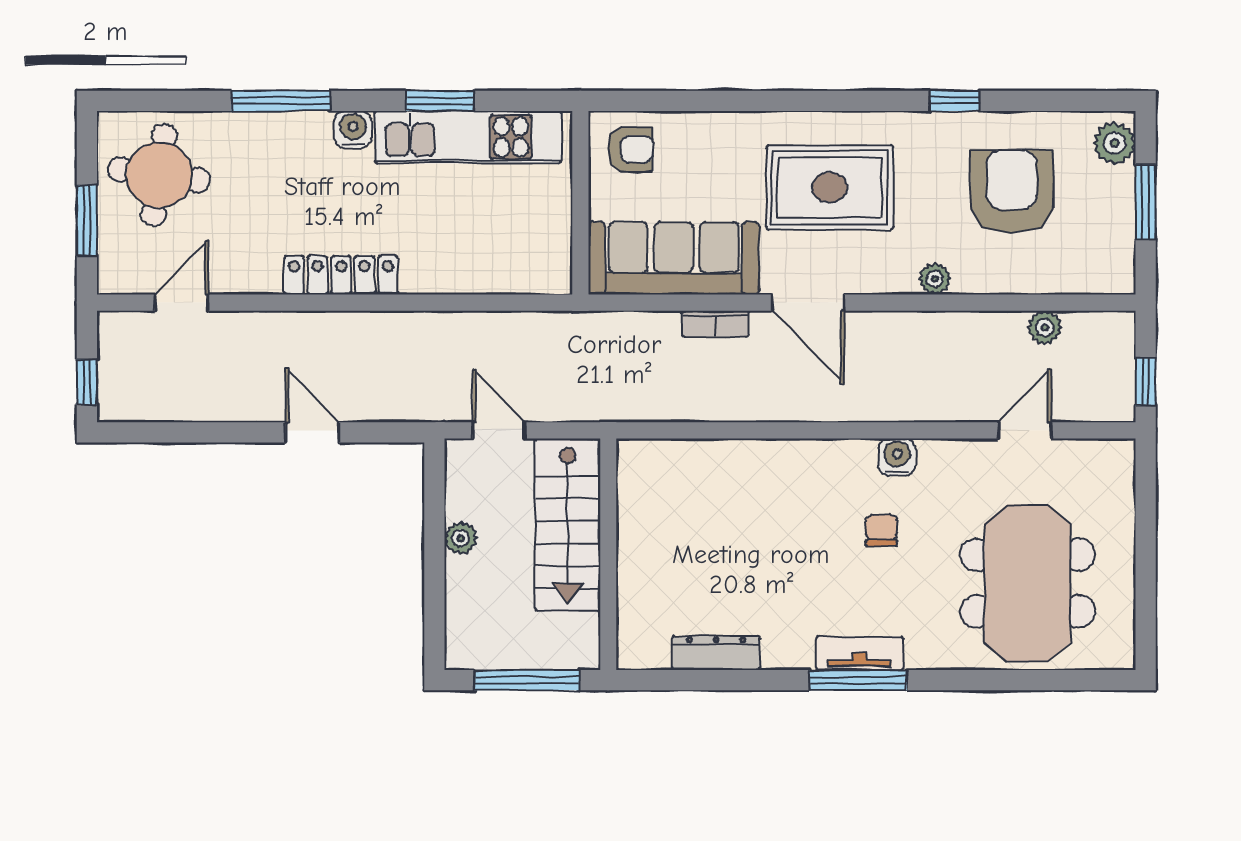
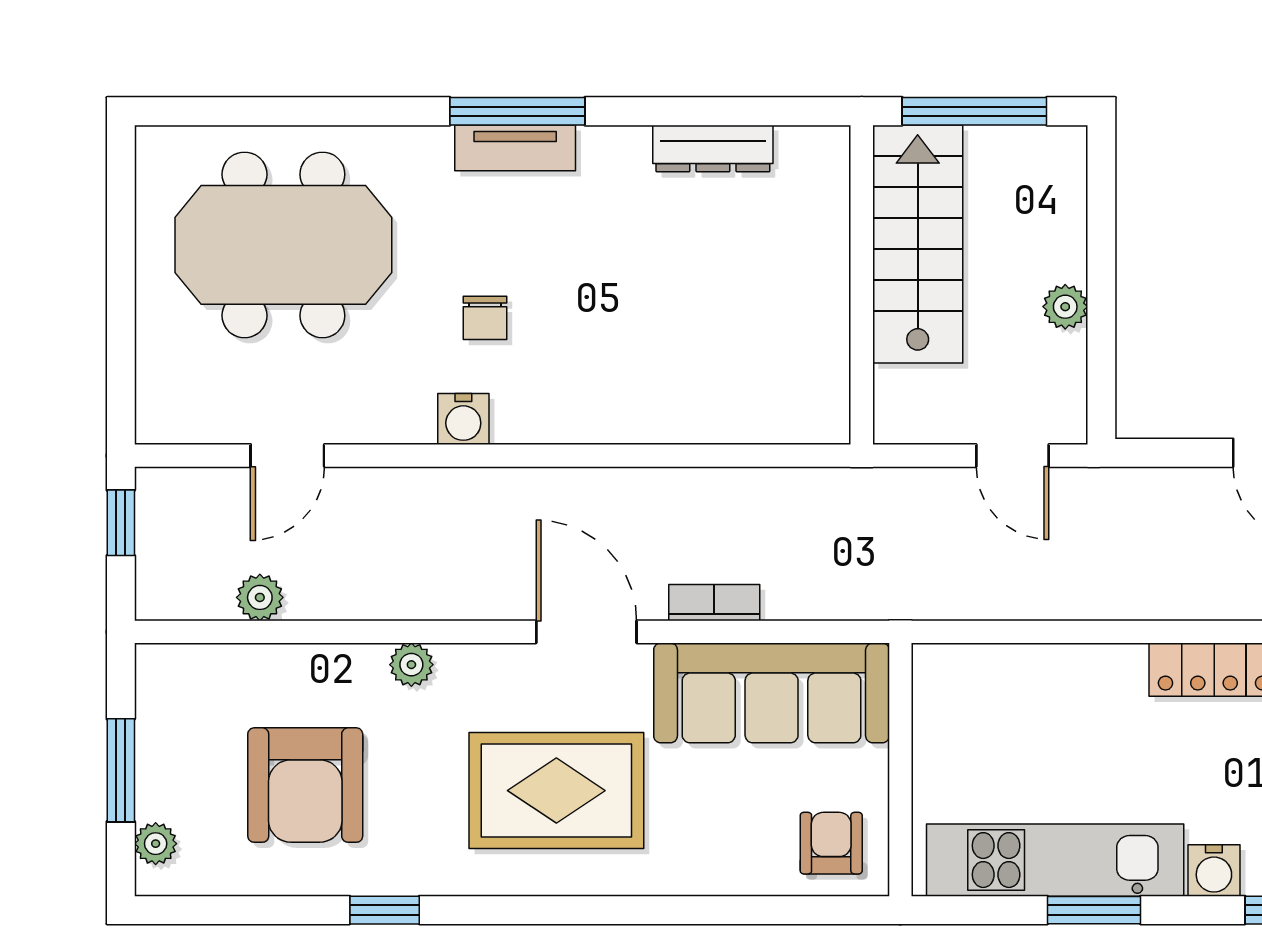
plant: (1115, 143) -> (156, 844), width x0.73, depth x0.73
armchair: (630, 149) -> (831, 843), turned 90
stairs: (568, 525) -> (918, 244), moved
meeting table: (1028, 583) -> (283, 245), turned 90

